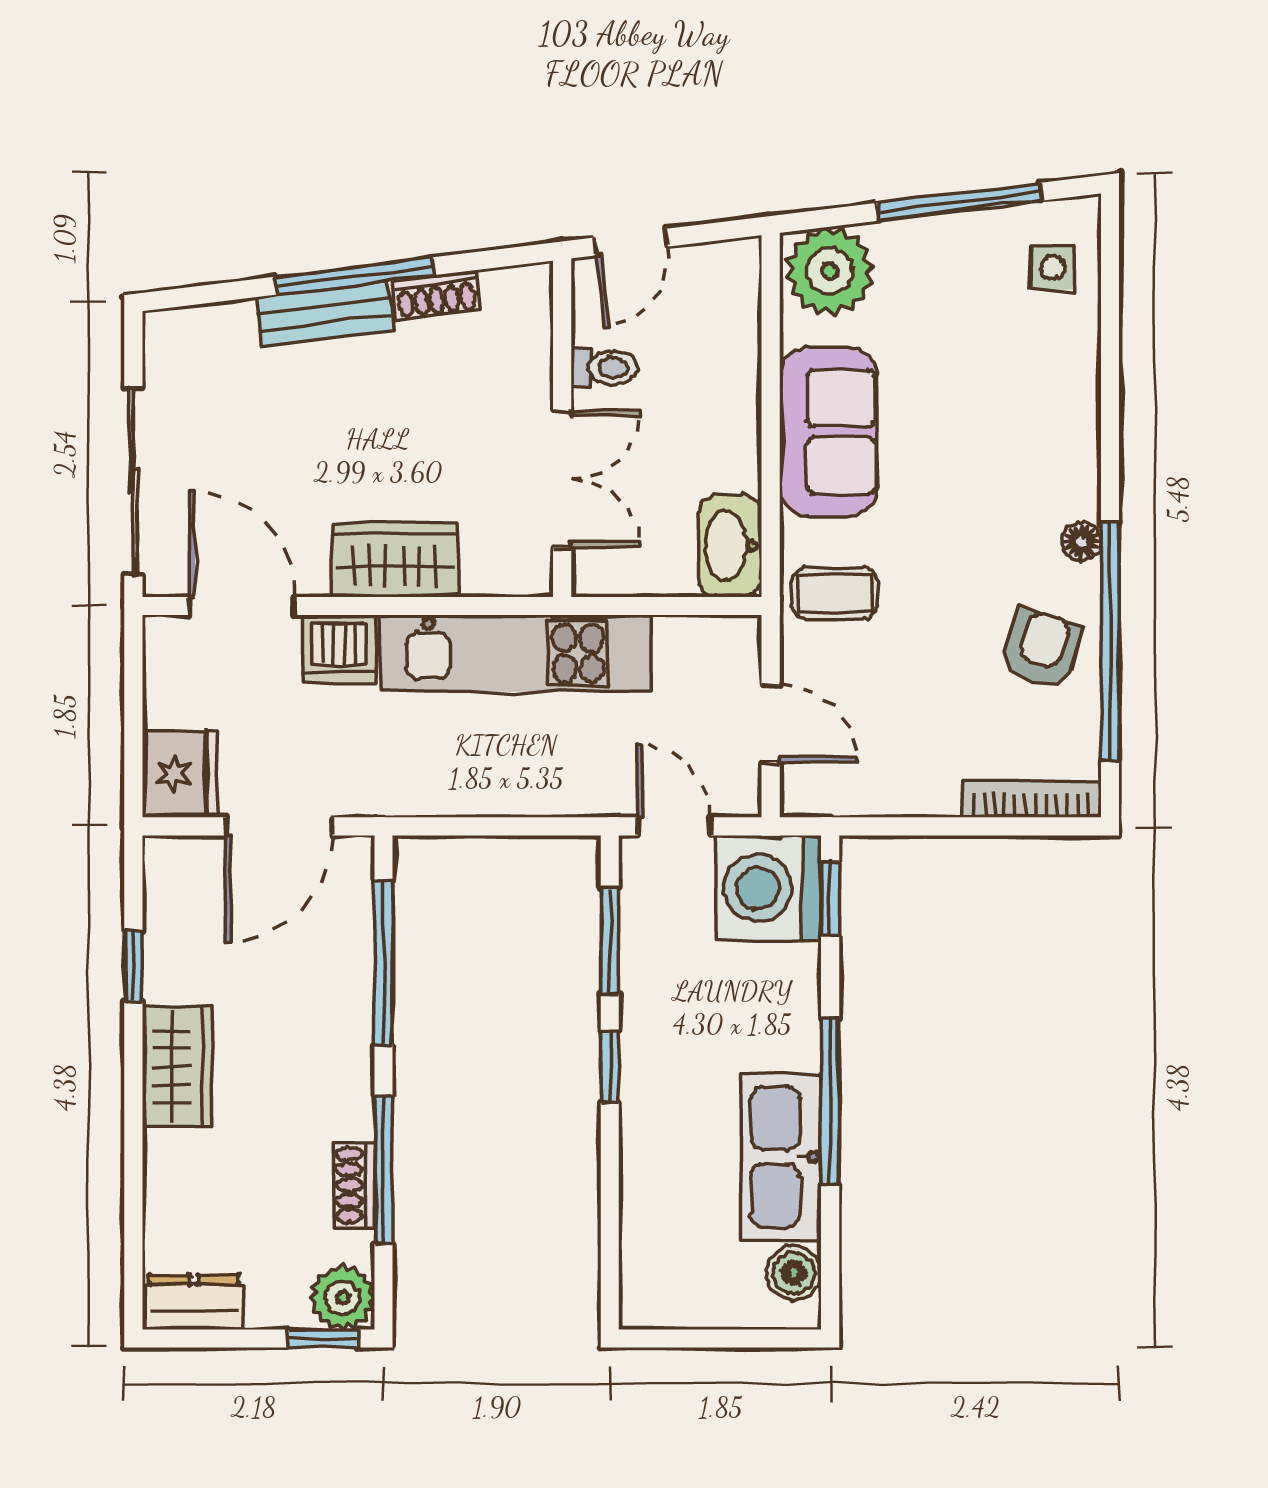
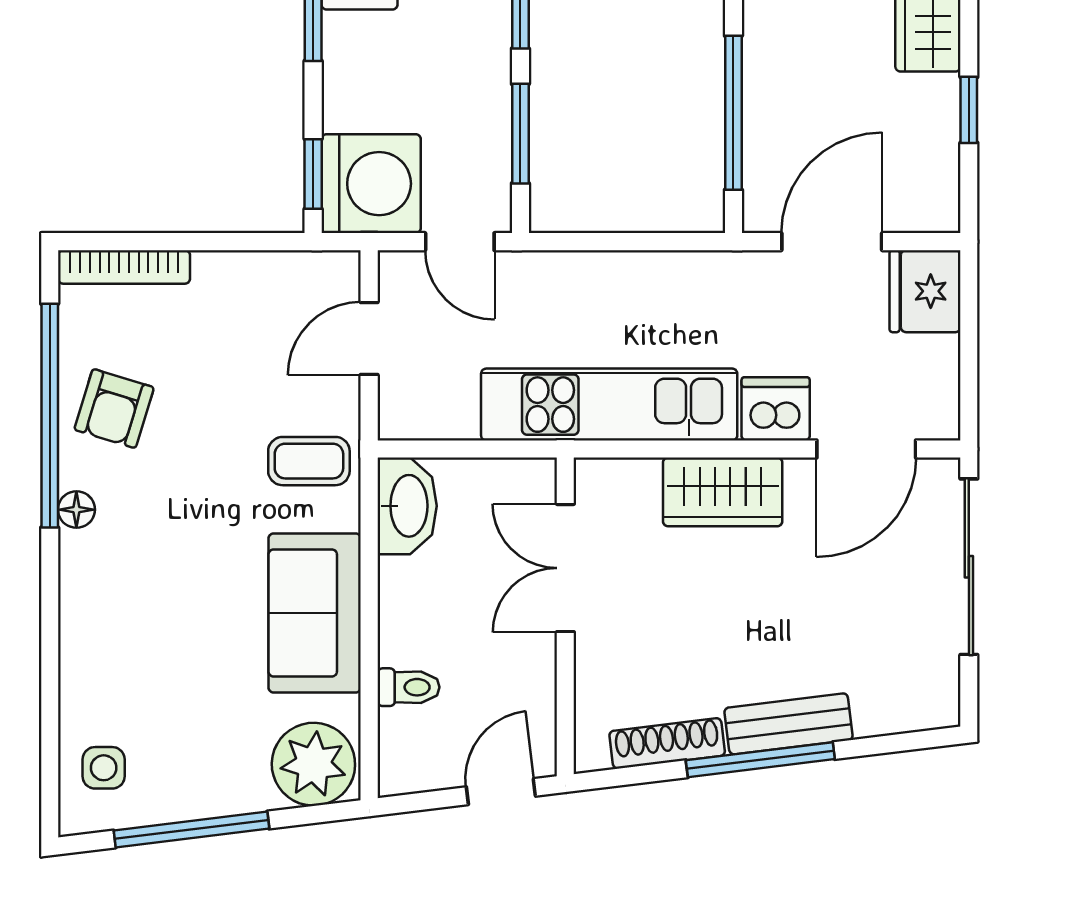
shoe rack: (436, 295) -> (667, 743), width x1.43
toilet: (604, 368) -> (408, 687), moved, turned 180
door: (242, 606) -> (866, 449), hinge flipped
door: (771, 723) -> (369, 338), hinge flipped

